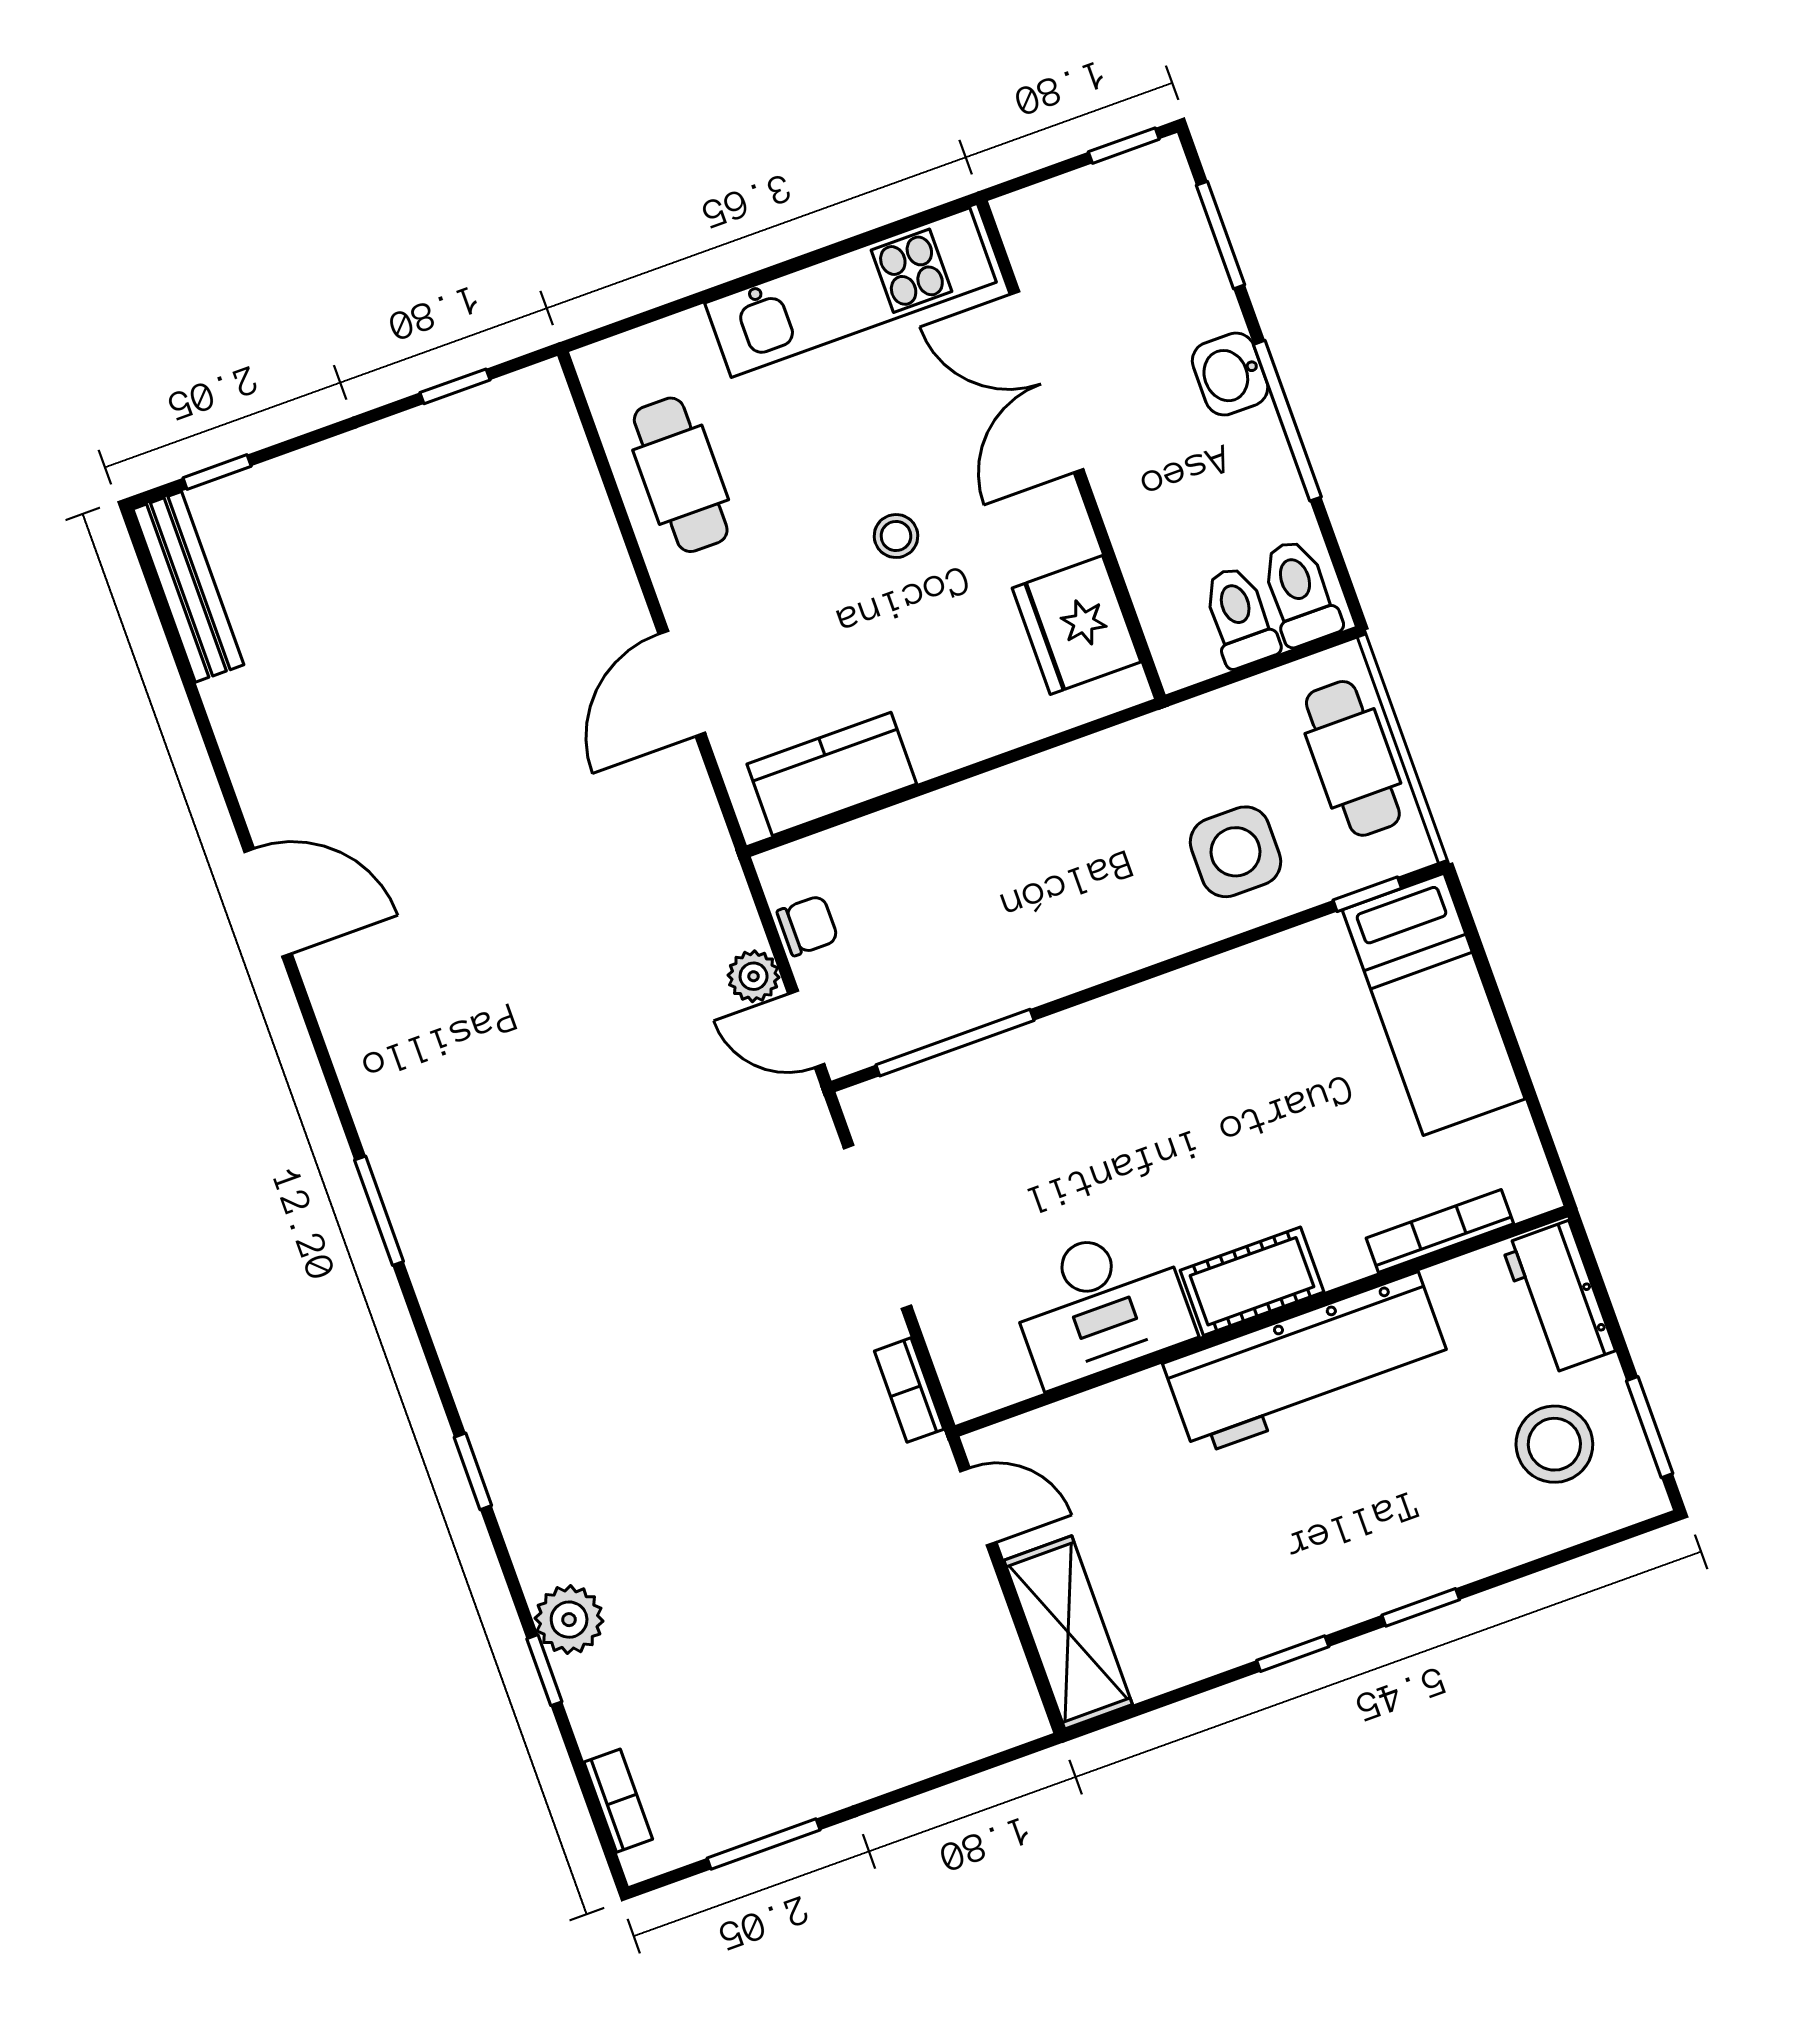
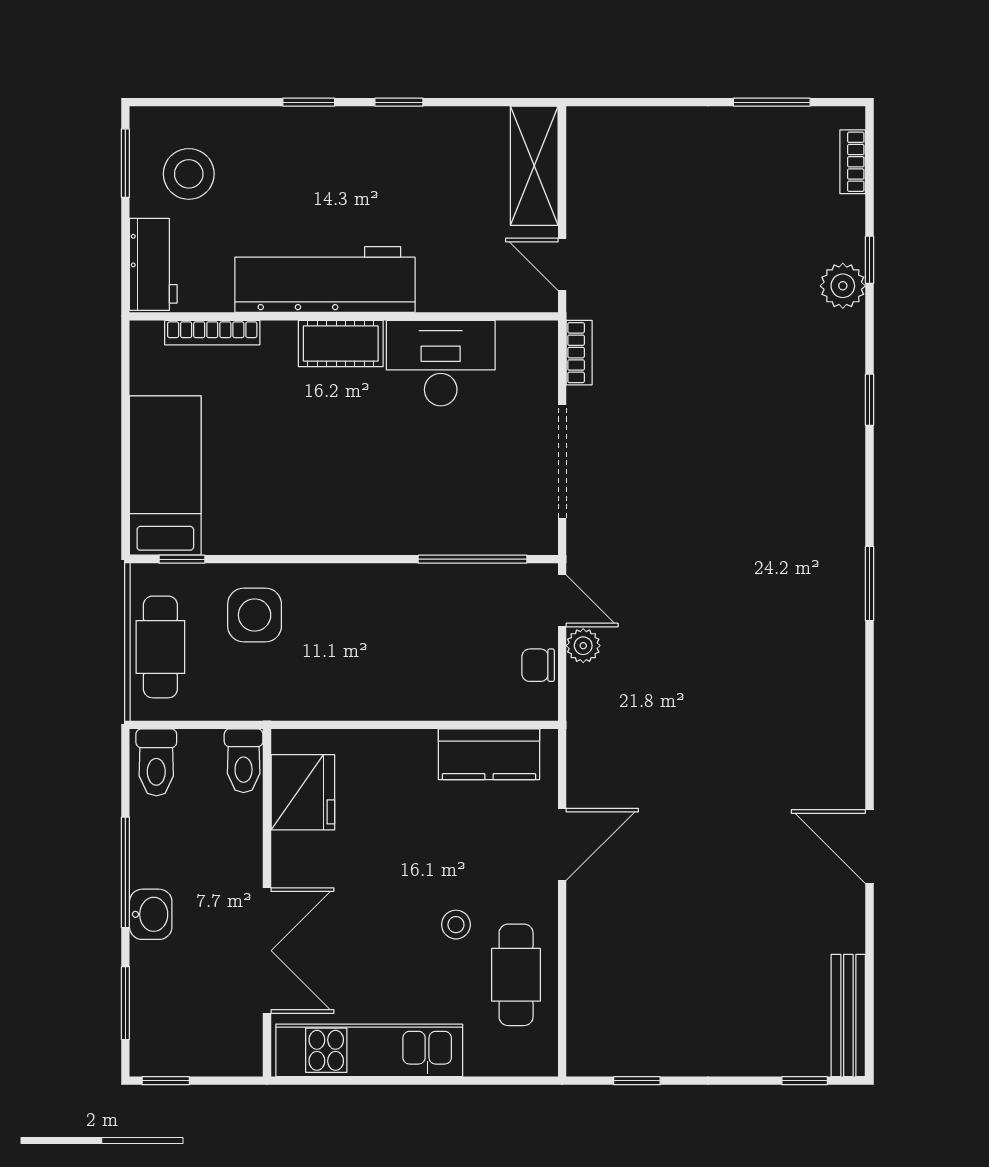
stool: (896, 536) -> (456, 925), moved
toilet: (1240, 617) -> (244, 761), moved
door: (268, 903) -> (869, 847), moved

